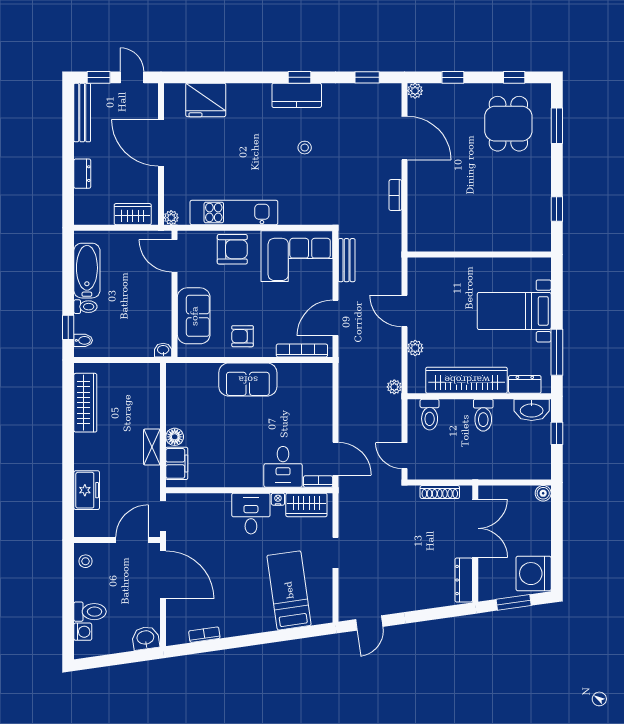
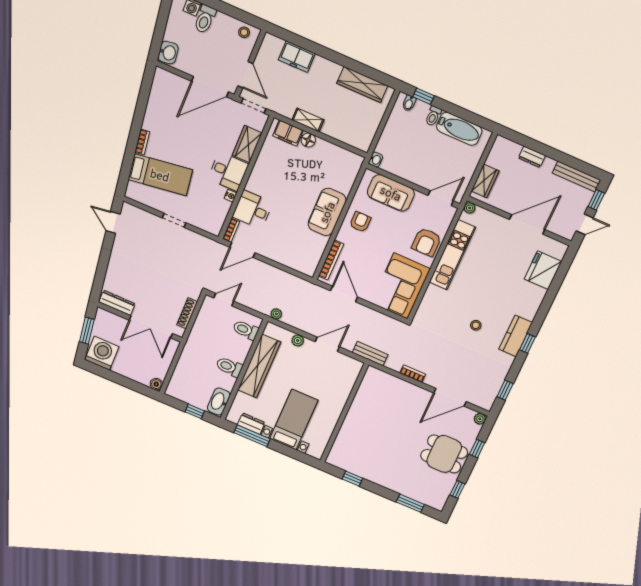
dining table: (508, 124) -> (444, 454), moved
bench: (347, 260) -> (370, 354), moved
dresser: (525, 384) -> (251, 424), moved, turned -90
wardrobe: (306, 505) -> (247, 144), moved
bookcase: (204, 635) -> (142, 142), moved

